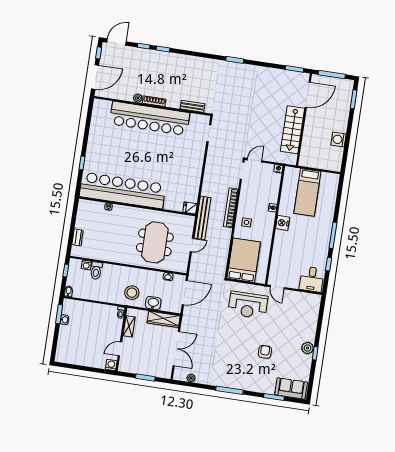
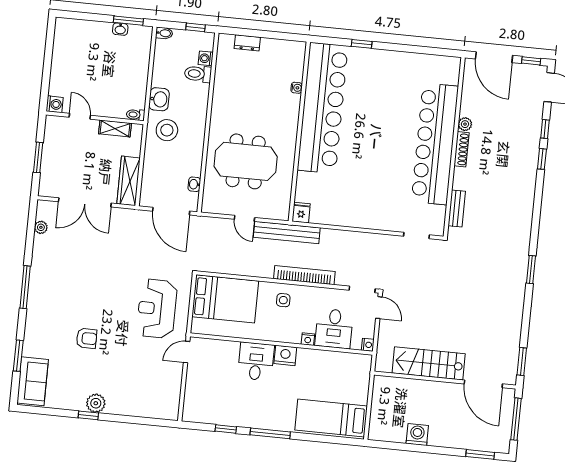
desk: (267, 190) -> (334, 329), added
bed: (307, 192) -> (331, 418), moved
desk: (312, 279) -> (256, 361), moved, turned 90
washbasin: (153, 303) -> (159, 99), moved

